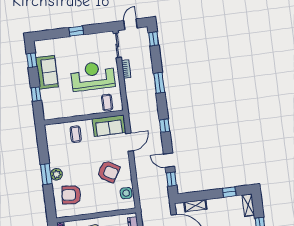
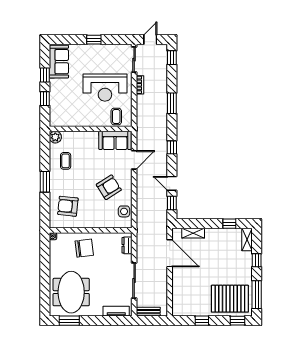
window: (32, 60) -> (45, 75), moved
sofa: (47, 72) -> (59, 62), moved
reception desk: (93, 76) -> (105, 88), turned 180
coffee table: (76, 134) -> (66, 161), moved
armchair: (108, 172) -> (109, 187), turned -62
plant: (56, 174) -> (55, 137), moved

